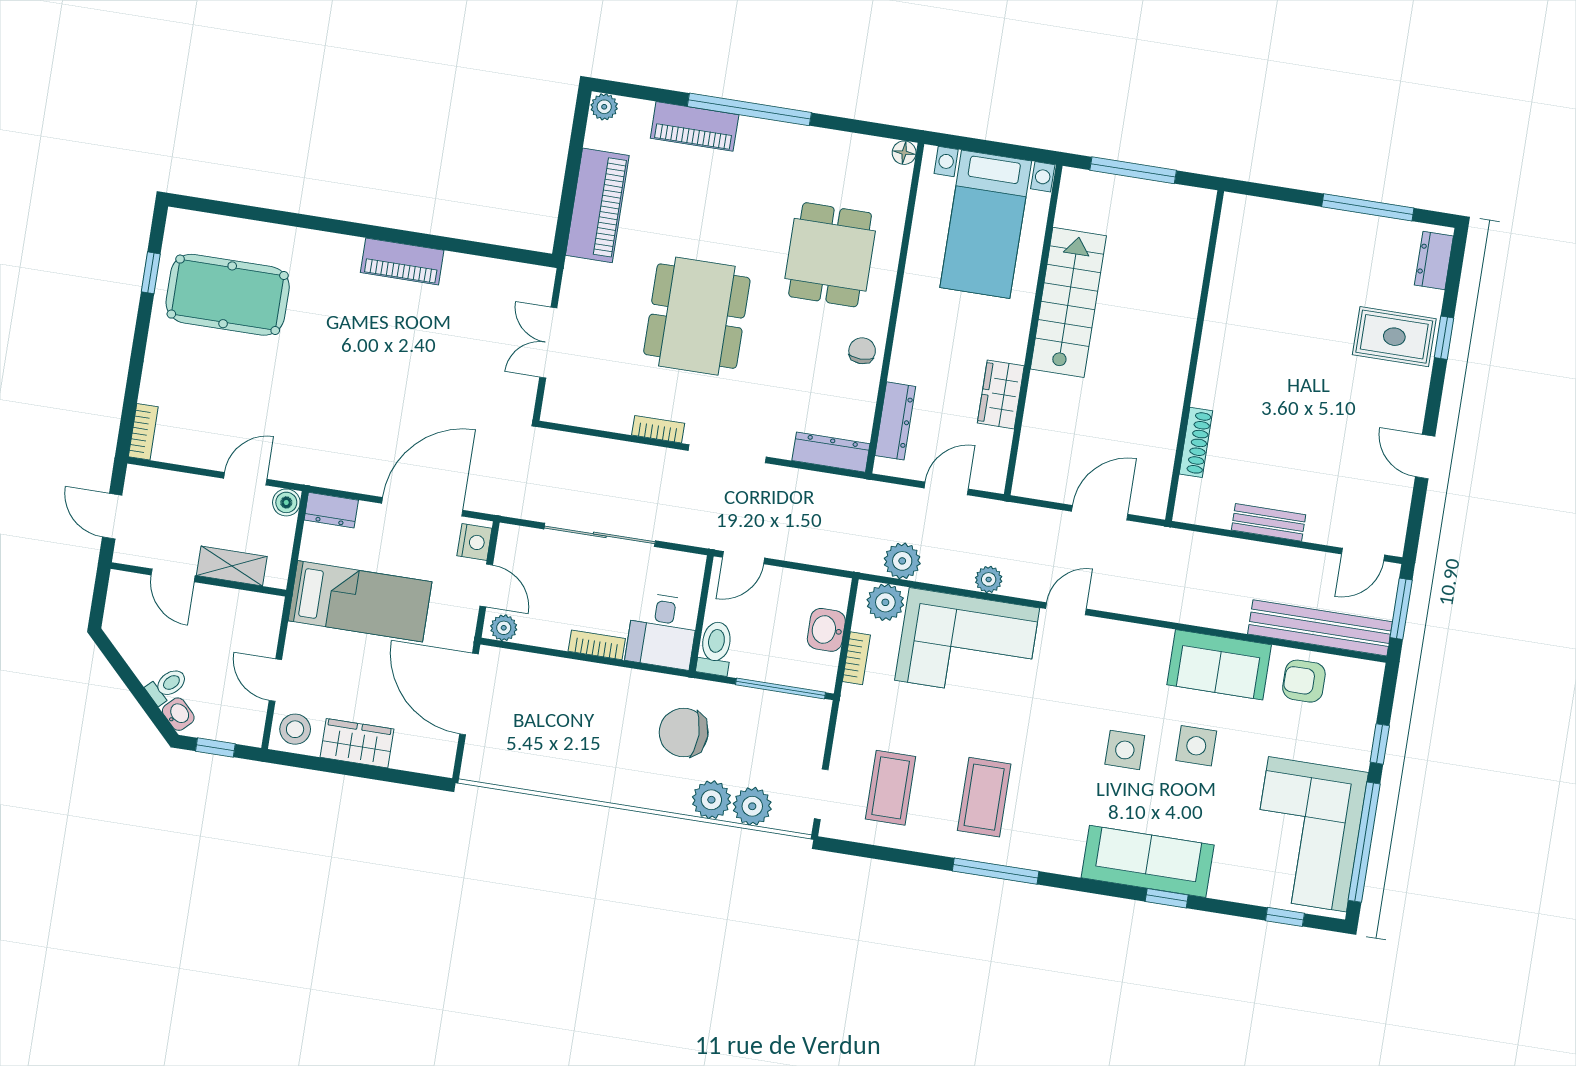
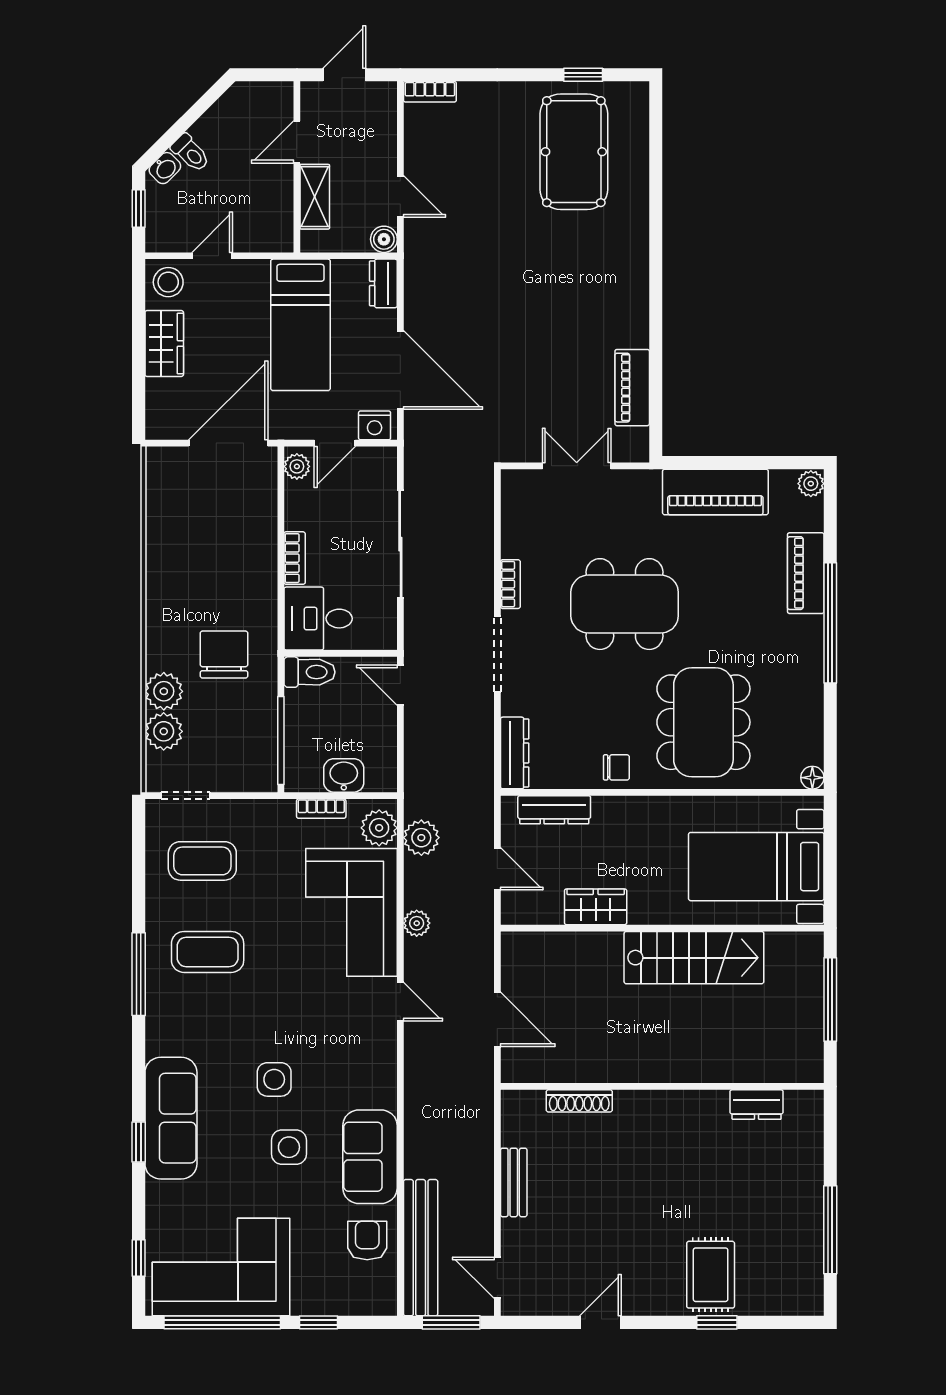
dining table: (830, 255) -> (703, 722), width x1.37
dresser: (1434, 260) -> (757, 1105), moved, turned 180
piano: (402, 261) -> (632, 388), moved

